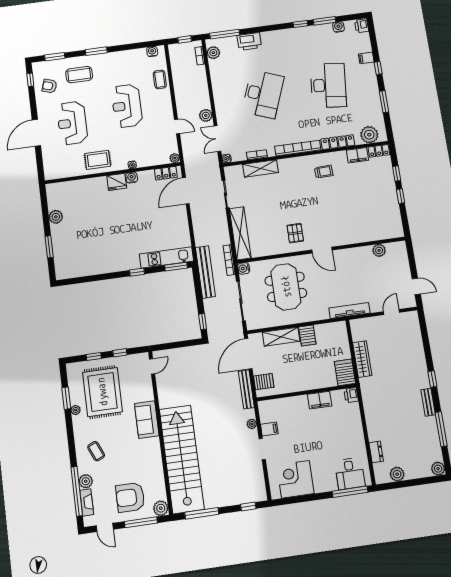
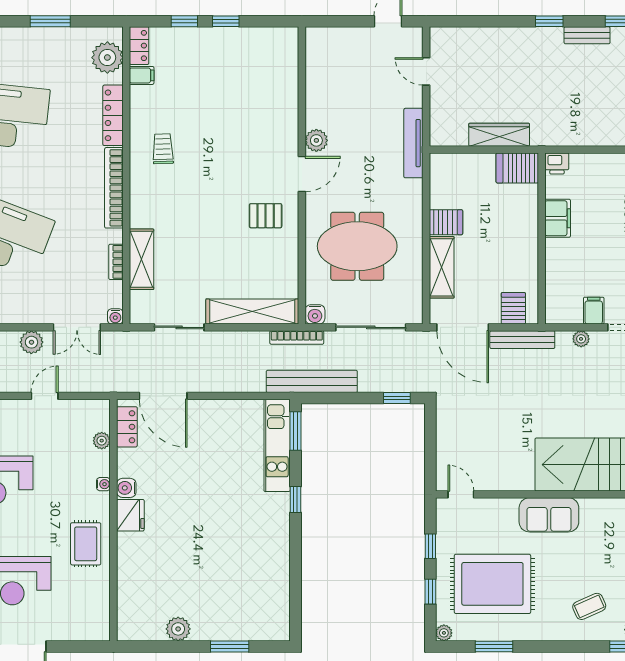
filing cabinet: (357, 155) -> (142, 75), width x0.50
plant: (175, 158) -> (102, 441), moved
plant: (379, 250) -> (316, 140), moved
plant: (76, 410) -> (444, 633), moved

